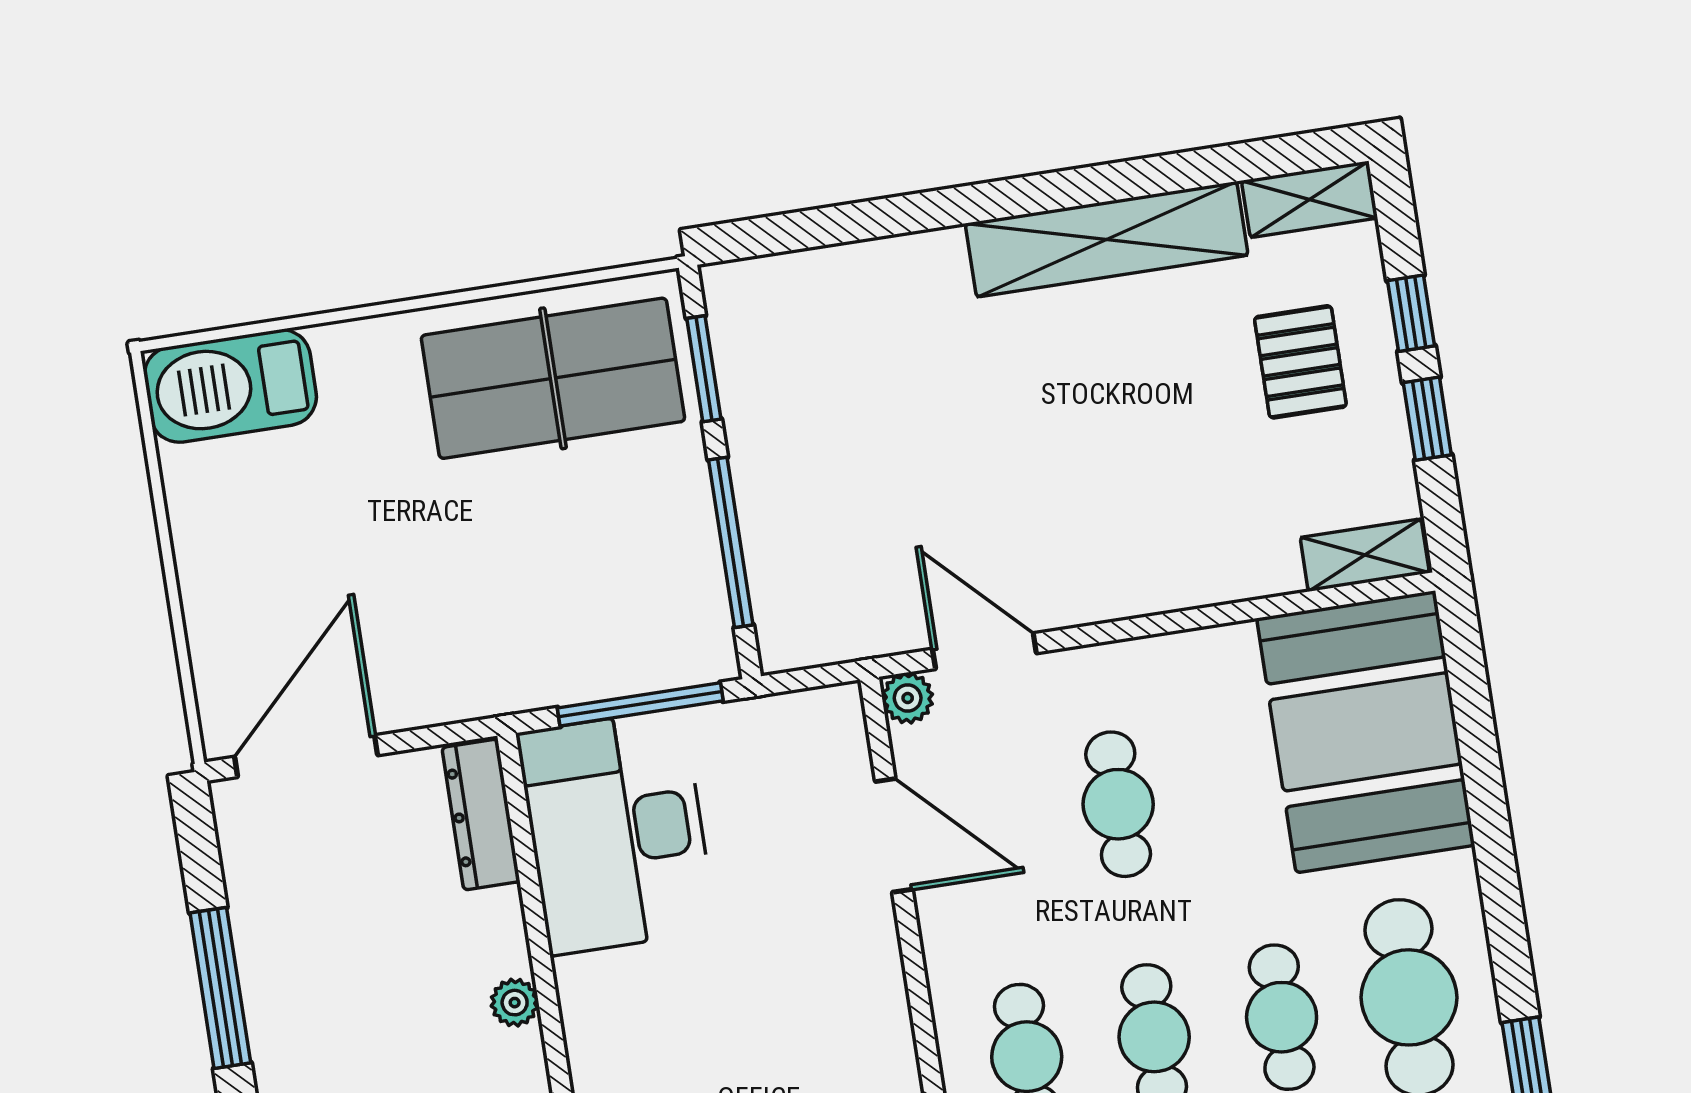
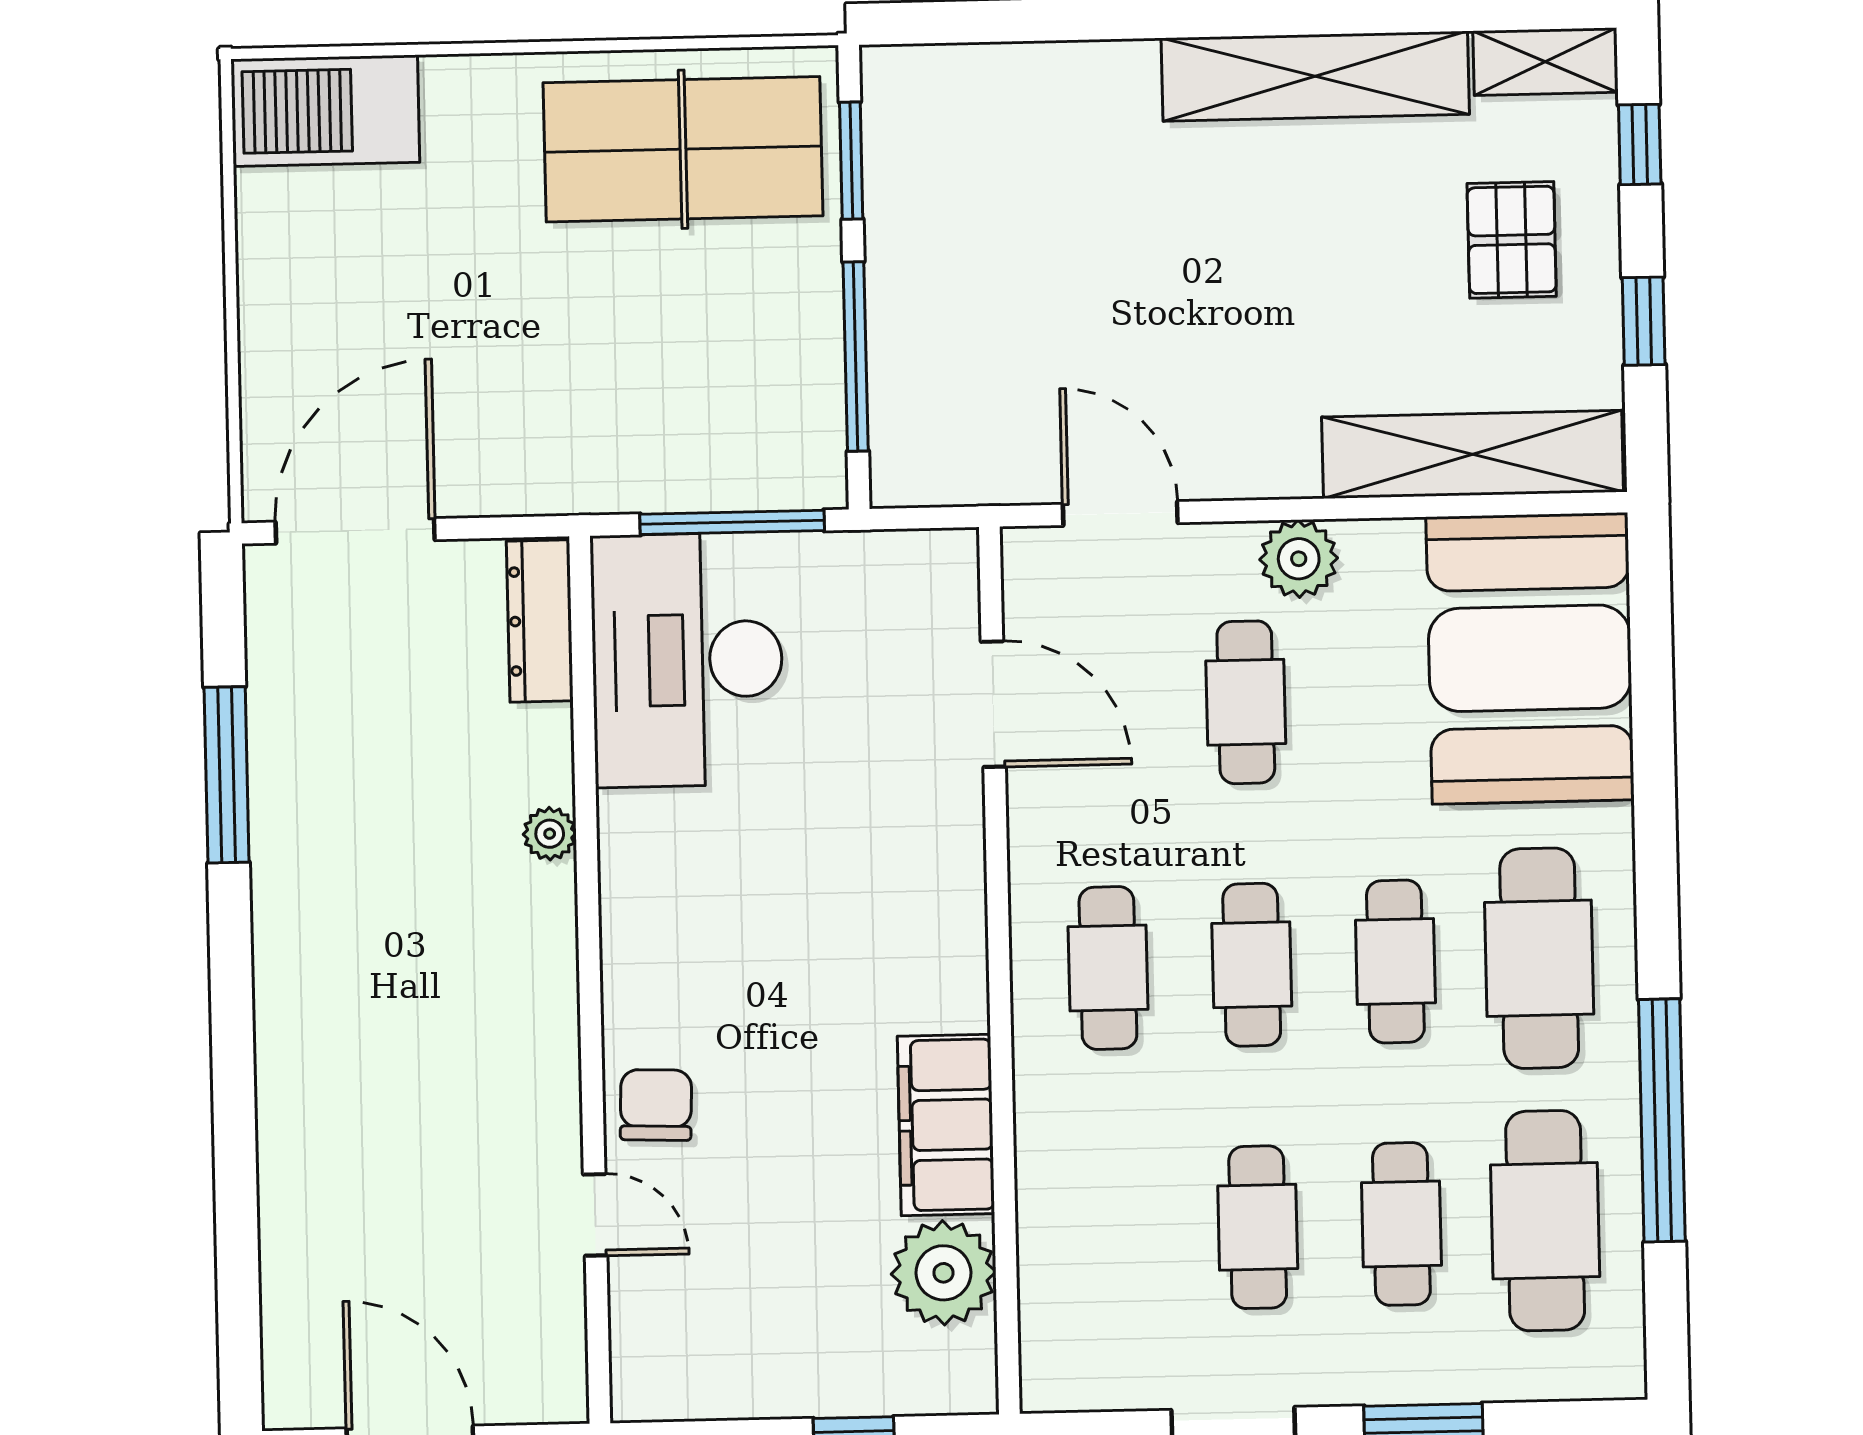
window: (1411, 313) -> (1640, 144), moved
shelving: (1365, 555) -> (1473, 454), width x2.20, depth x1.33
plant: (908, 698) -> (1299, 559), moved, width x1.38, depth x1.38

